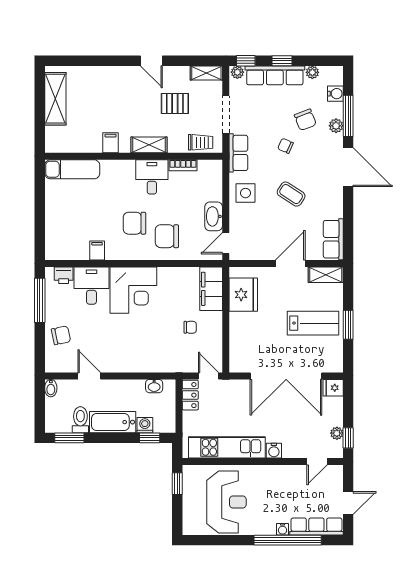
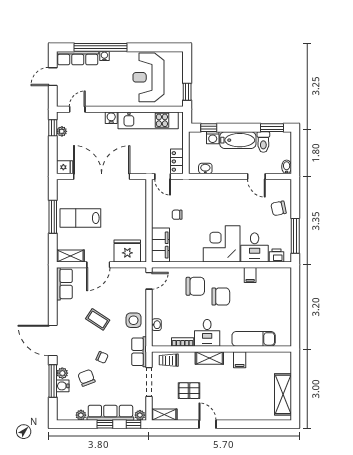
water cooler: (335, 94) -> (63, 386), moved
exam couch: (72, 169) -> (254, 339), moved
washbasin: (214, 216) -> (156, 325), moved, width x0.52, depth x0.69
fridge: (243, 295) -> (127, 251), moved, turned 90
window: (348, 325) -> (53, 217), width x1.44

